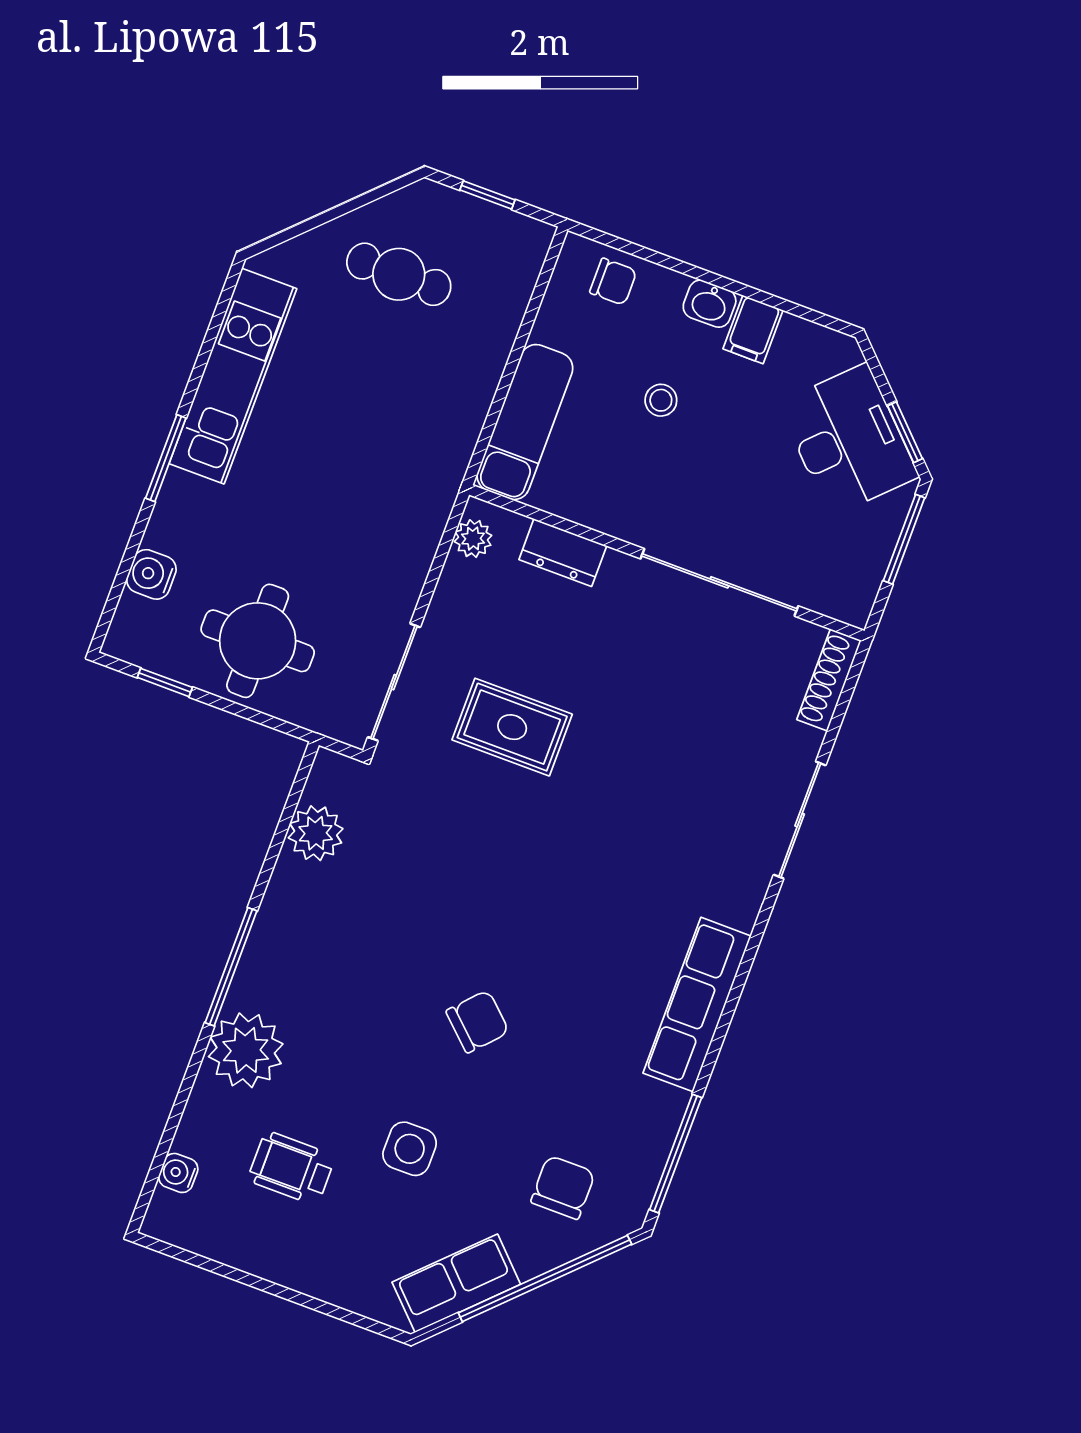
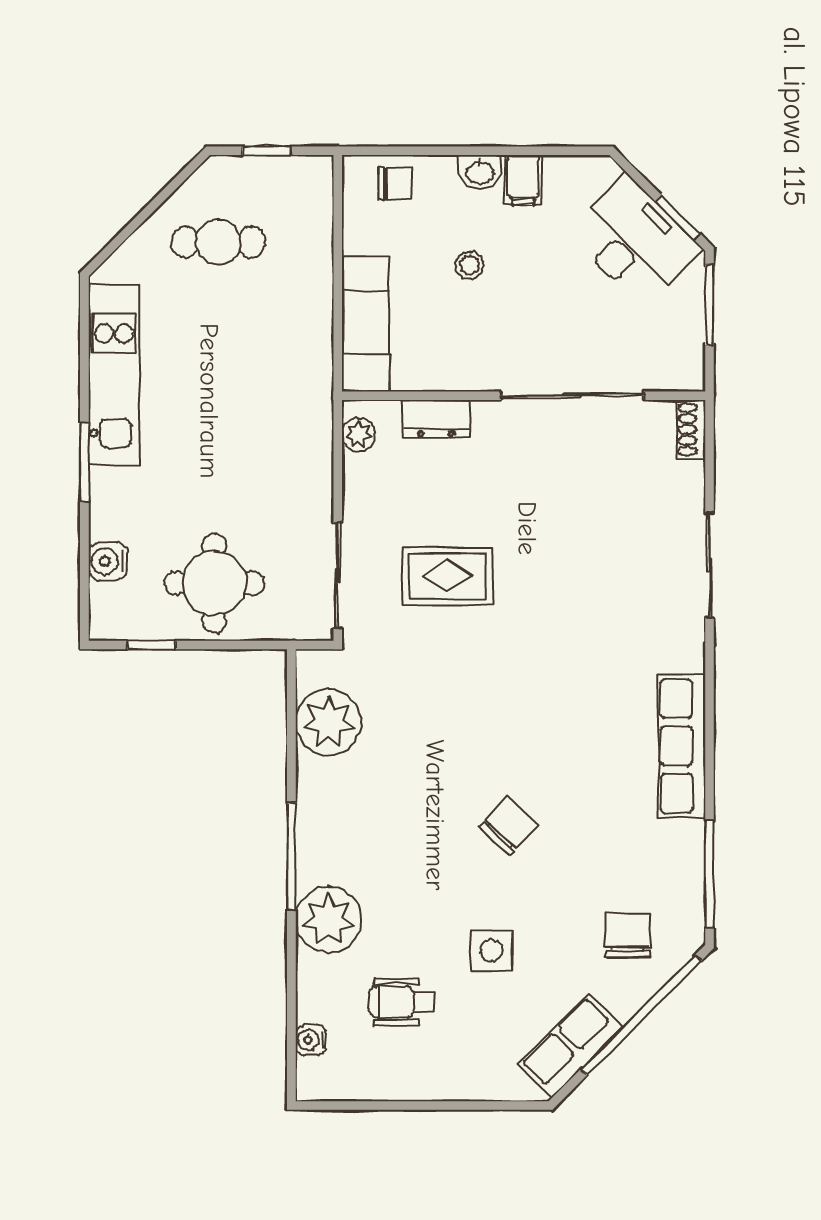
shoe rack: (829, 680) -> (691, 429), width x0.70
plant: (316, 833) -> (328, 722), width x1.36, depth x1.36

